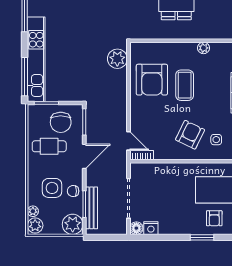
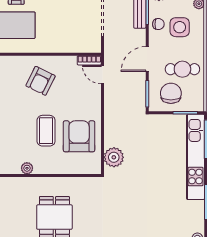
side table: (216, 140) -> (14, 76), removed

